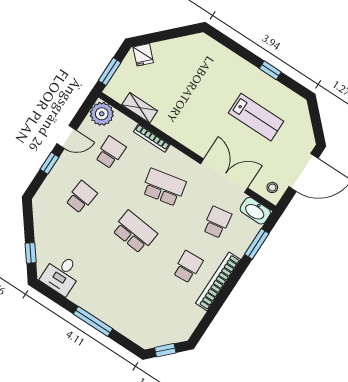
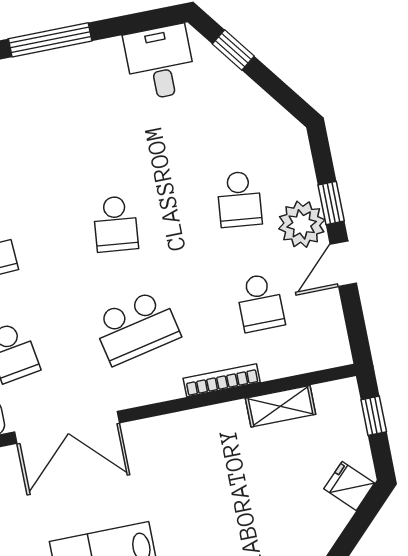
window: (110, 71) -> (374, 416), width x0.67
plant: (102, 114) -> (302, 224), moved
school desk: (135, 232) -> (116, 224), width x0.54

